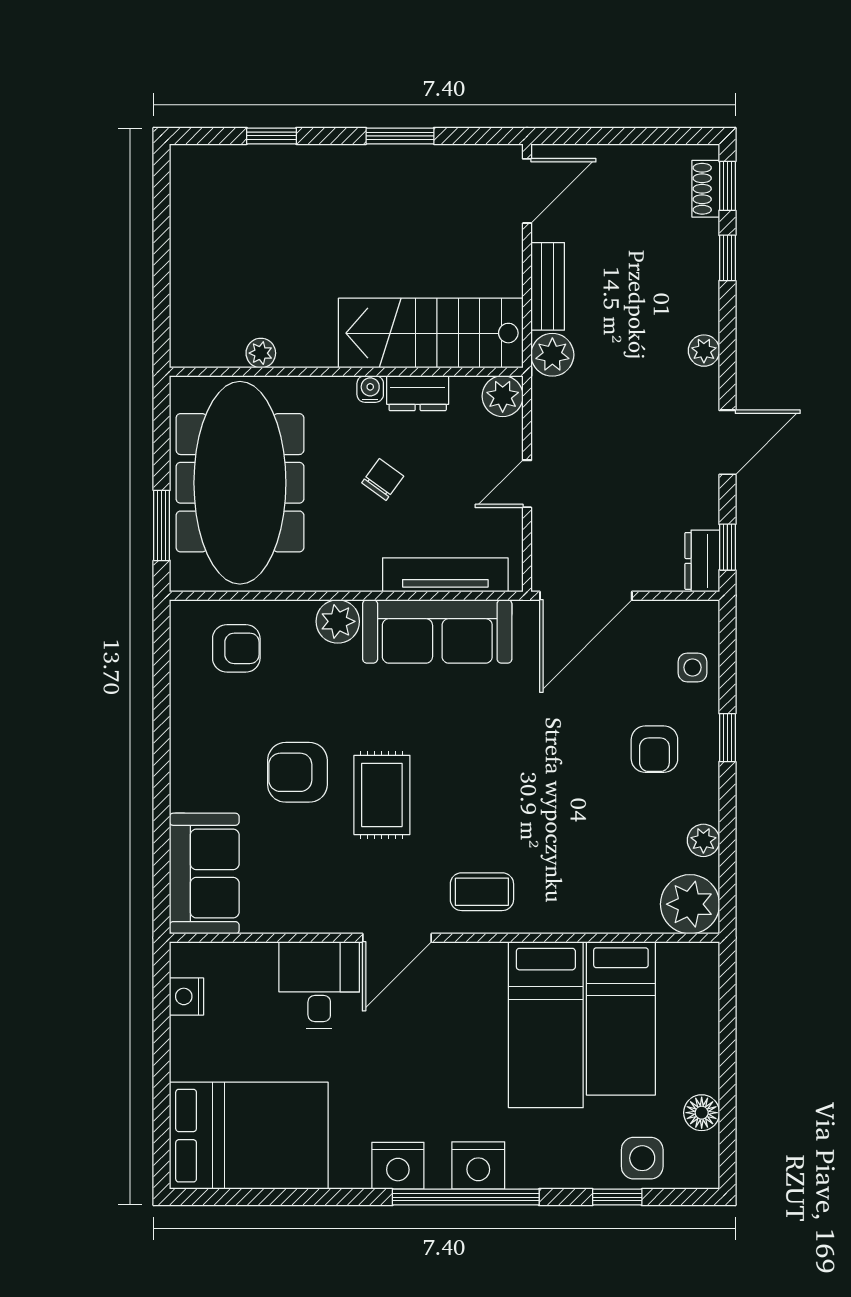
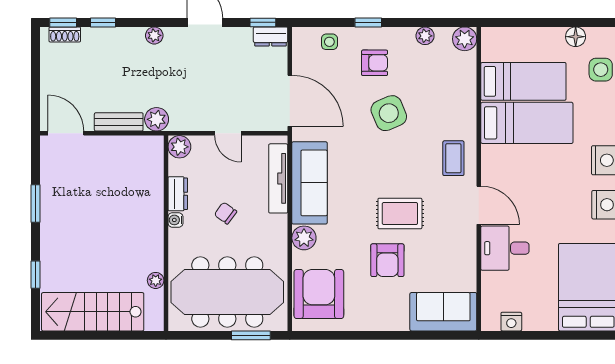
stairs: (431, 333) -> (93, 312), moved, turned 90
armchair: (236, 648) -> (319, 294), width x1.88, depth x1.88
side table: (563, 775) -> (389, 113), added
plant: (690, 904) -> (465, 39), width x0.73, depth x0.73

